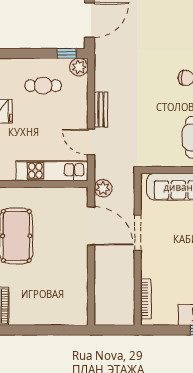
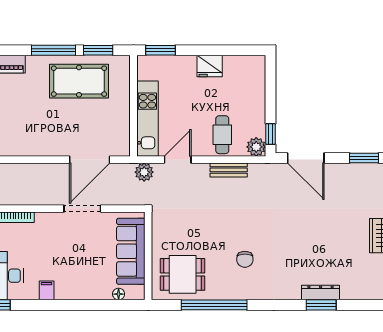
cafe table: (43, 86) -> (222, 135), moved
bench: (101, 110) -> (229, 170), moved
plant: (103, 188) -> (144, 172), moved

